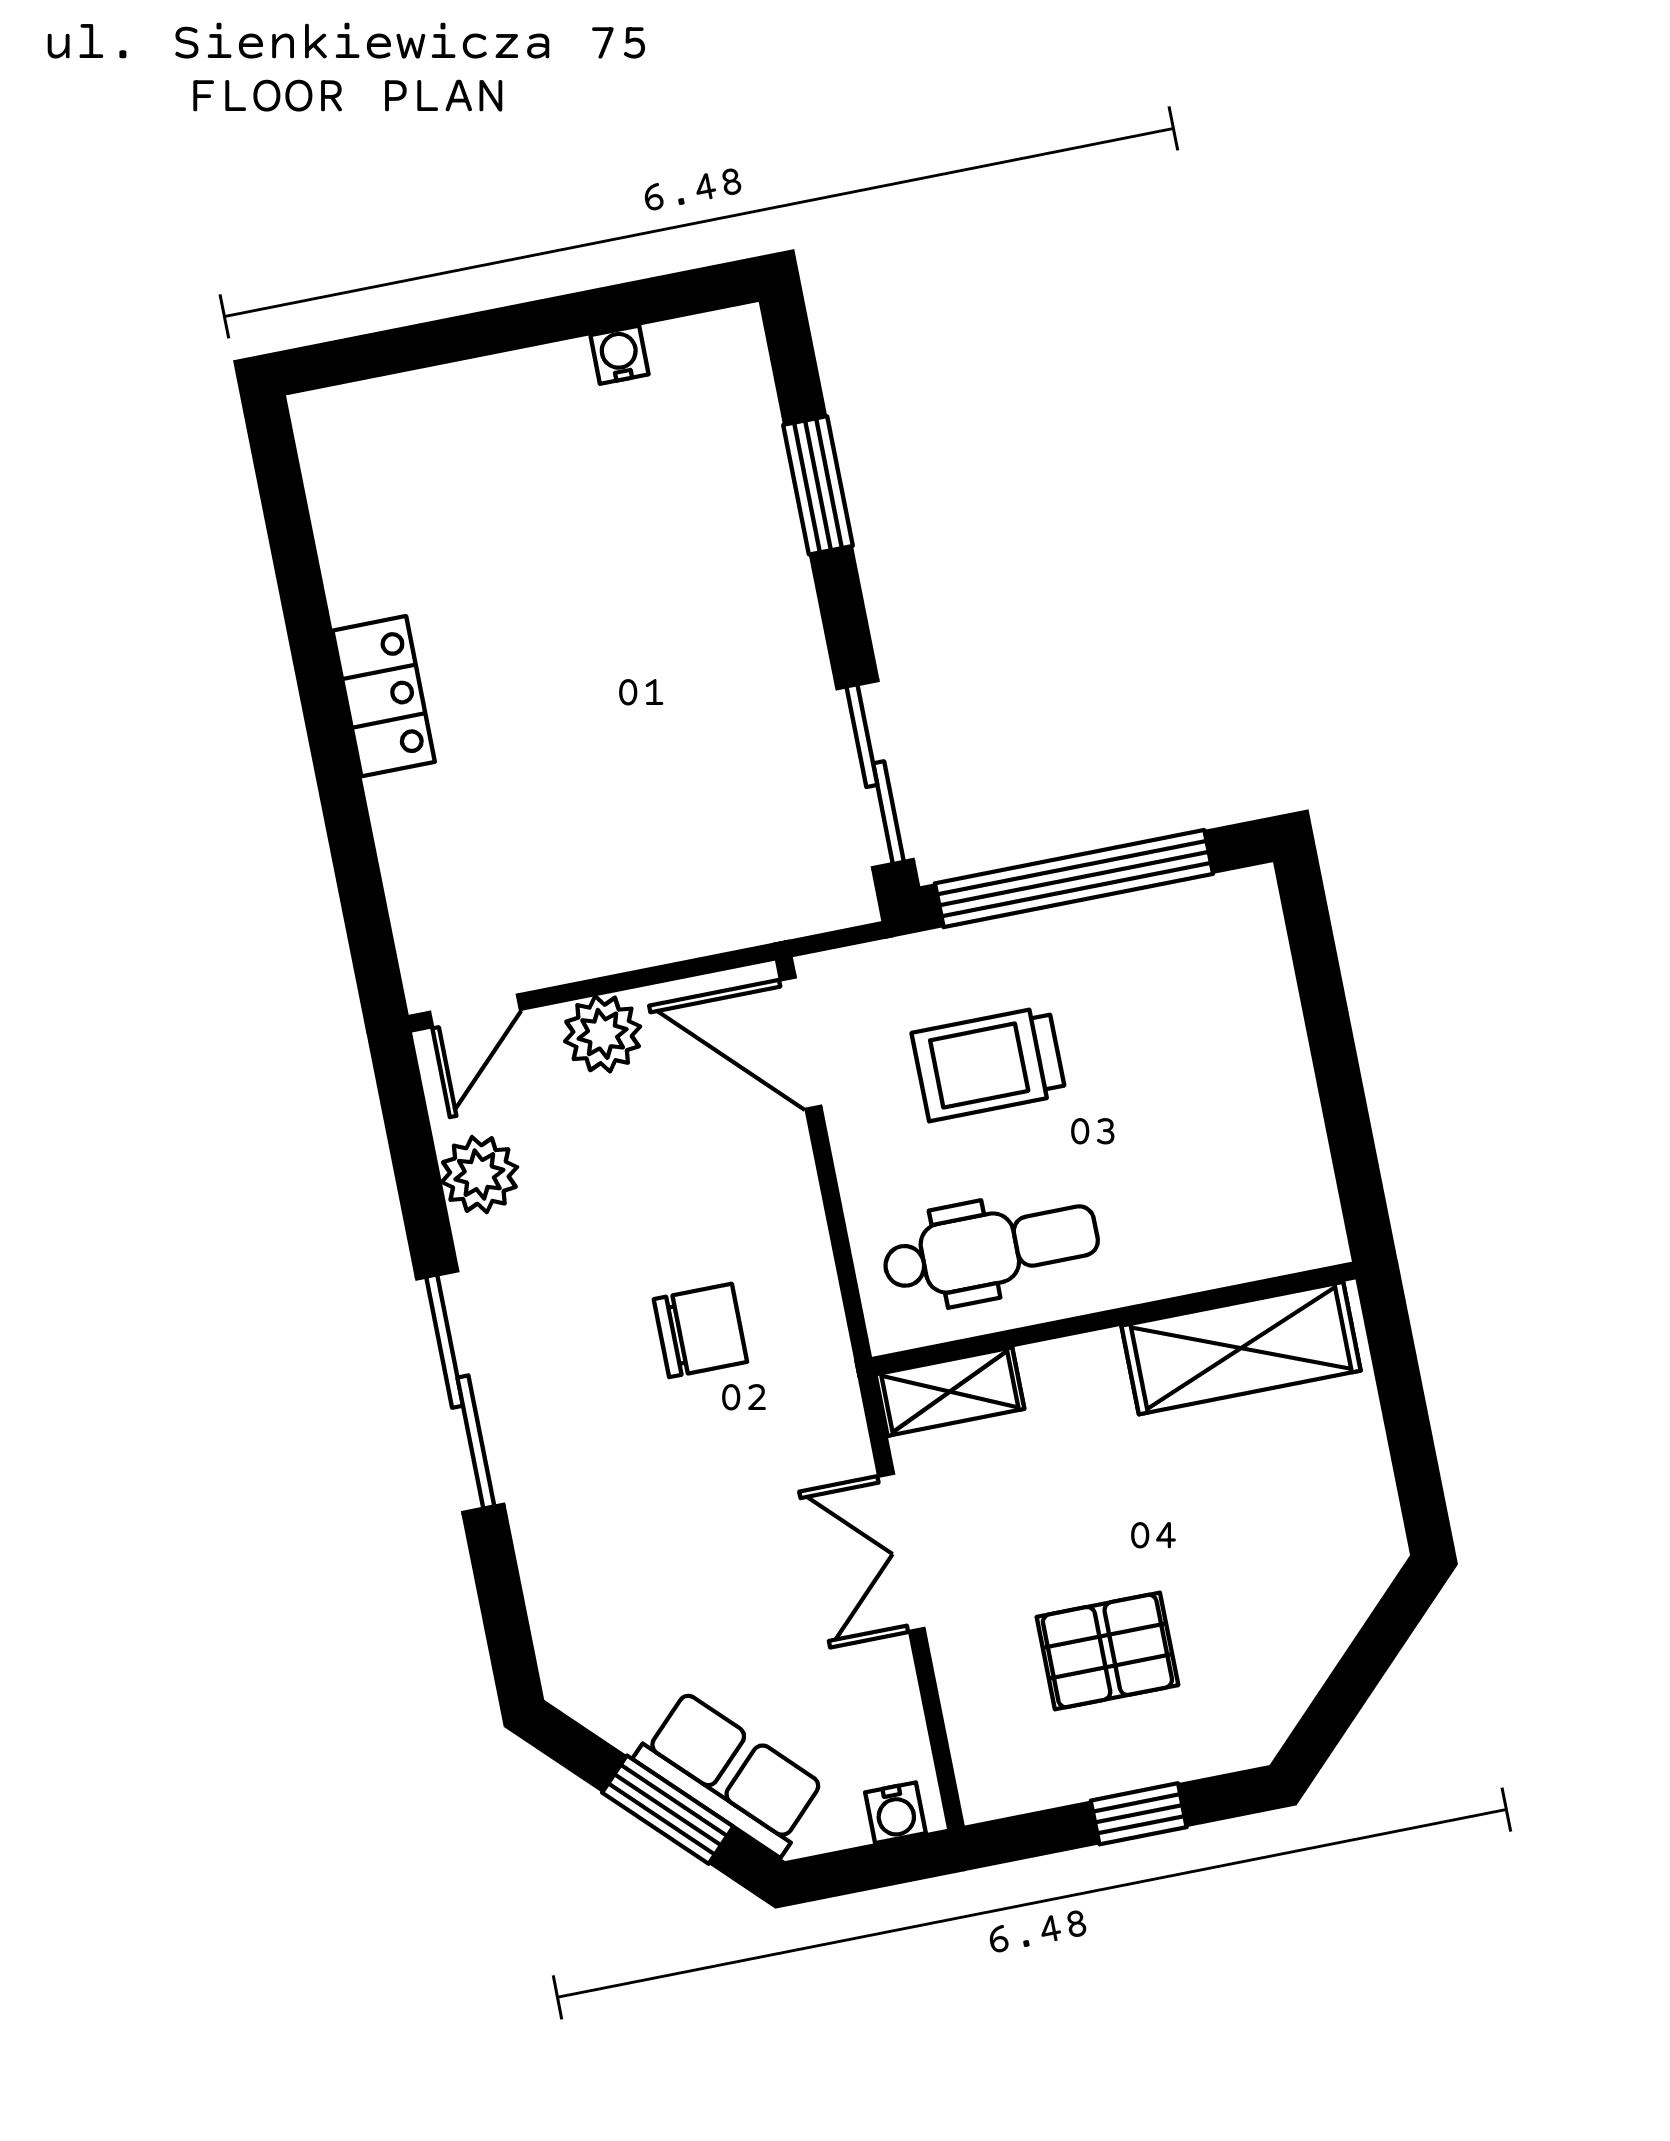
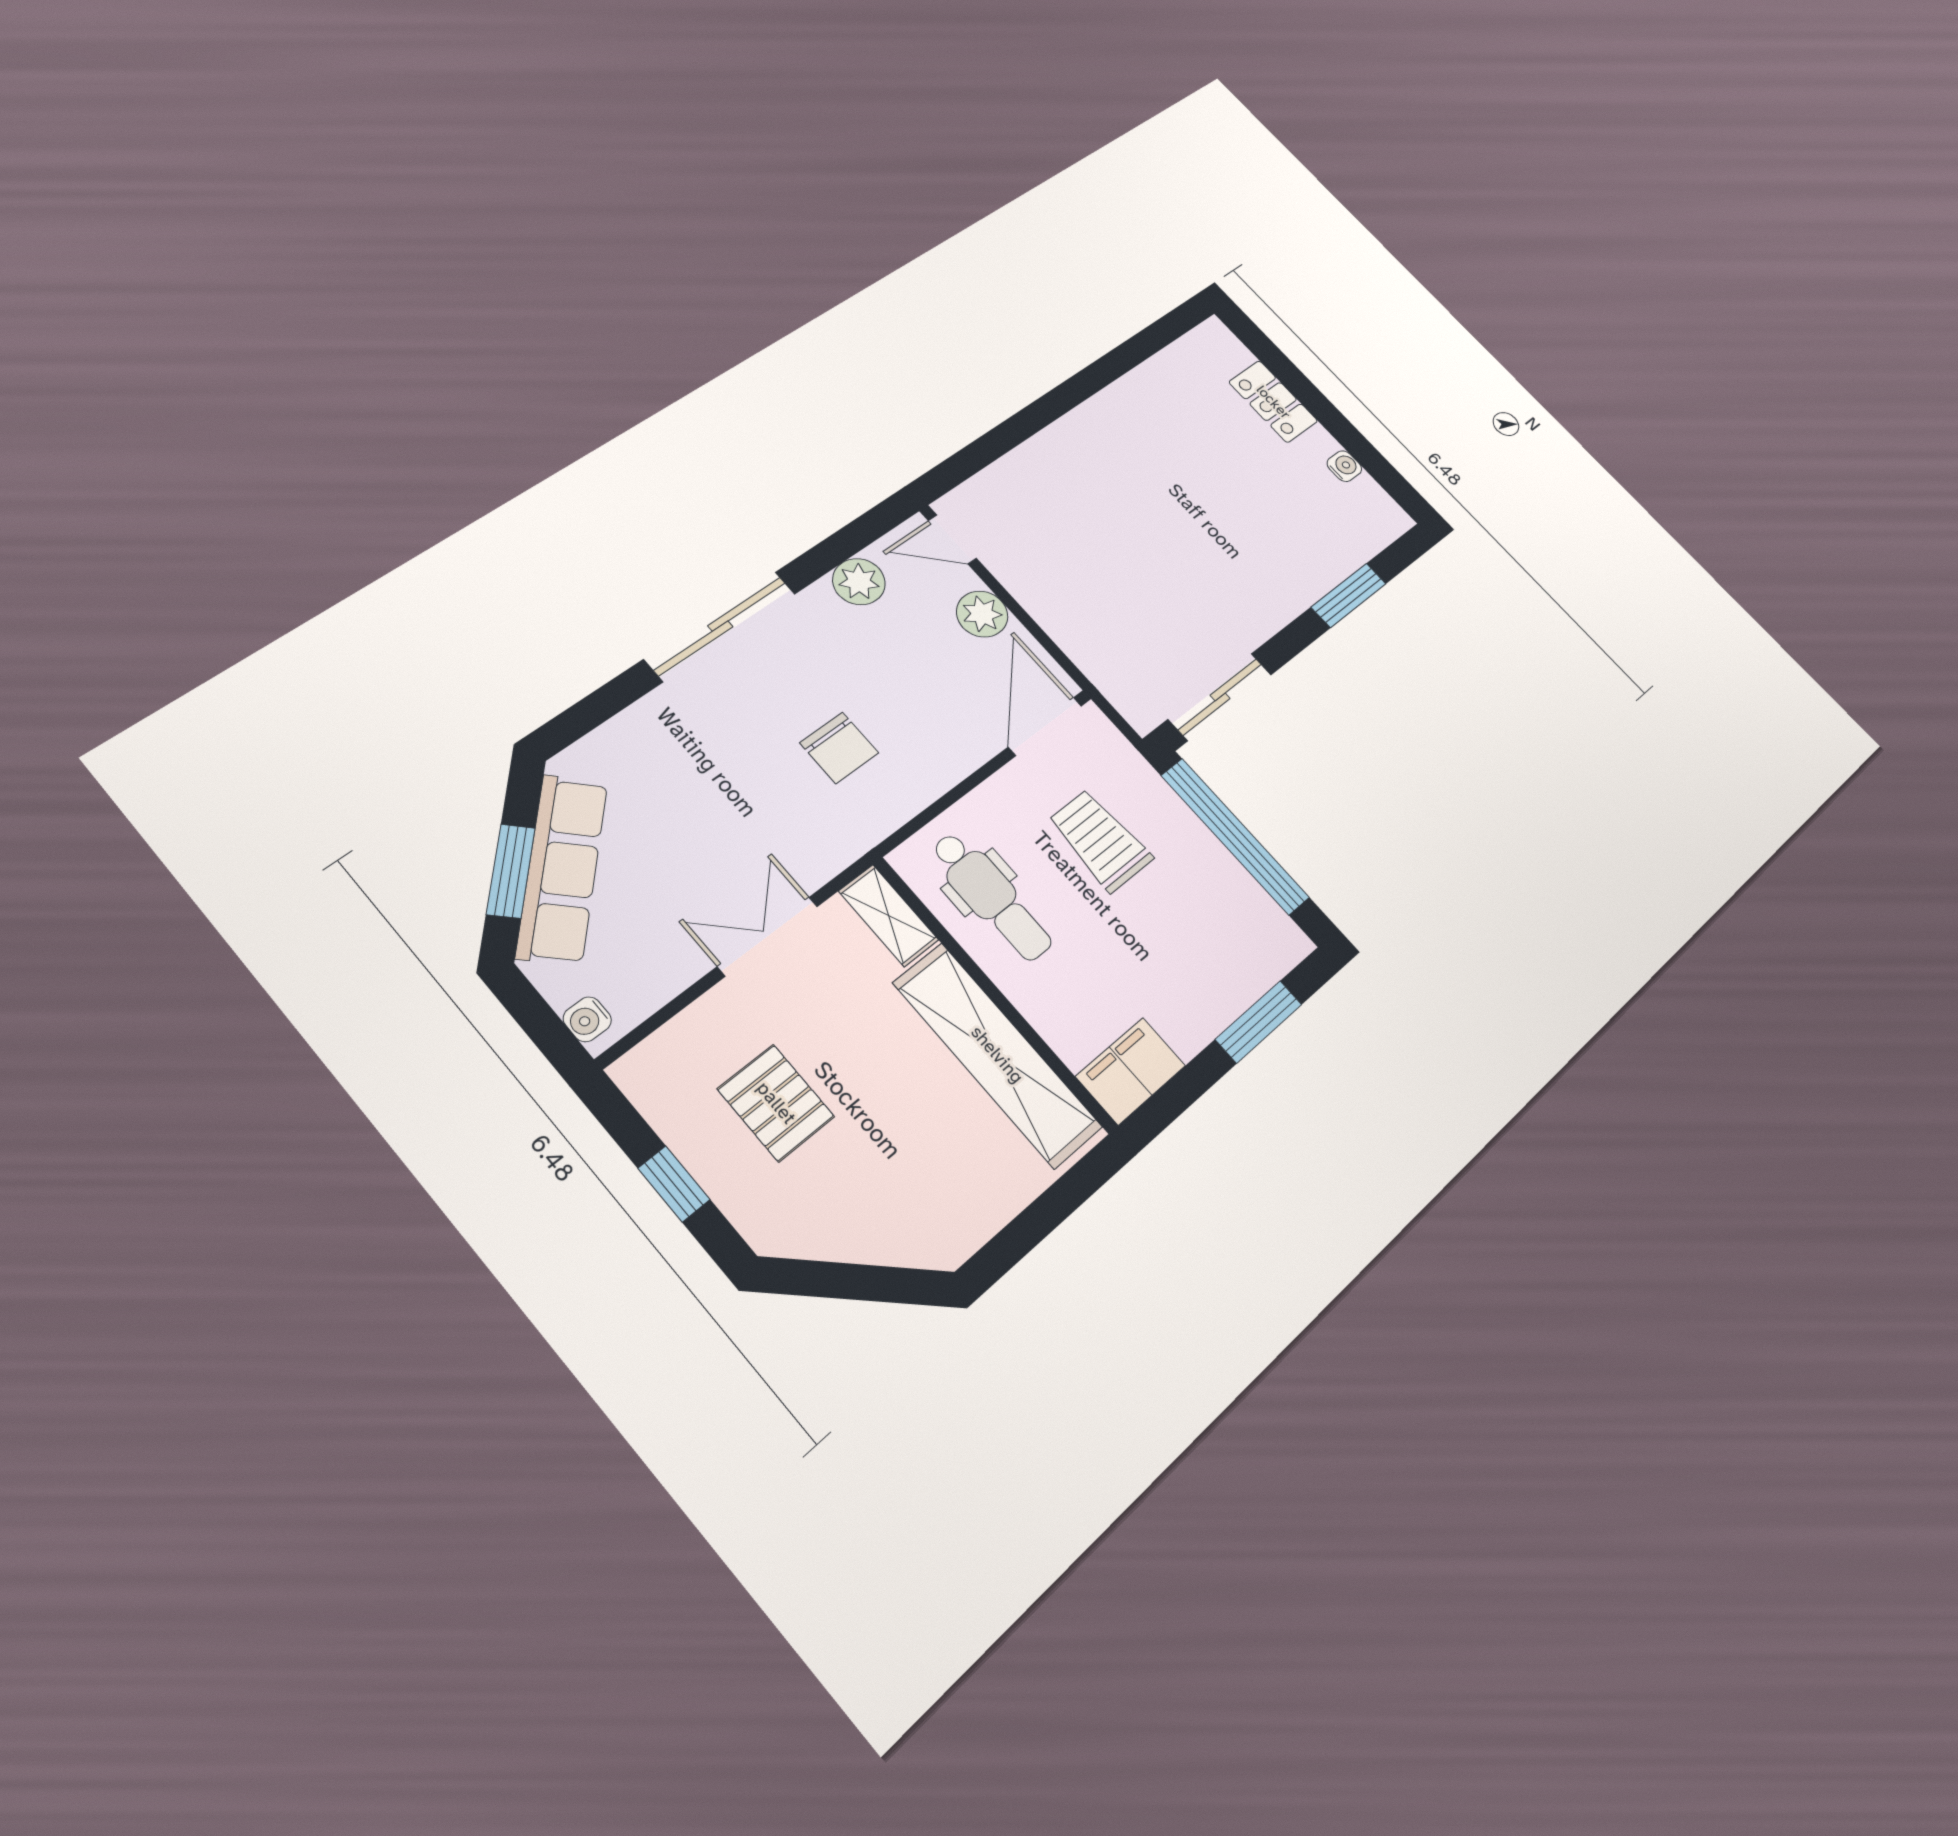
locker: (384, 696) -> (1273, 402), moved, turned 90
window: (1324, 1004) -> (1259, 1022), added
filing cabinet: (1296, 1206) -> (1131, 1071), added
shelving: (1241, 1348) -> (997, 1055), width x1.47
row of seats: (730, 1773) -> (562, 869), width x1.48

